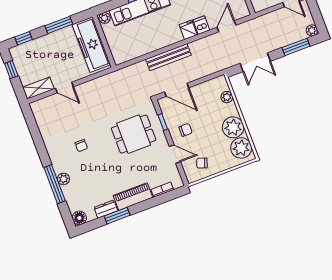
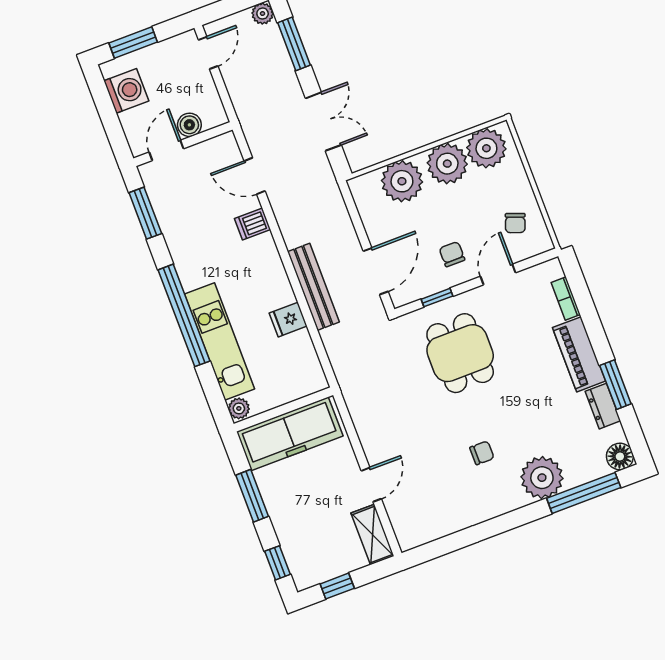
fridge: (188, 30) -> (288, 320), moved
plant: (227, 97) -> (402, 181), width x1.87, depth x1.87
plant: (63, 179) -> (542, 478), width x1.88, depth x1.88
window: (55, 184) -> (584, 493), moved

